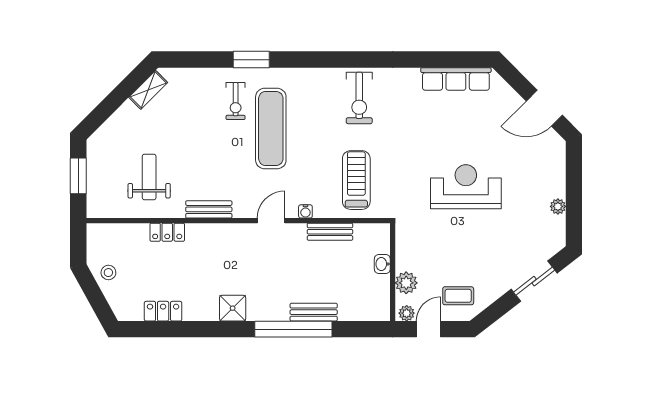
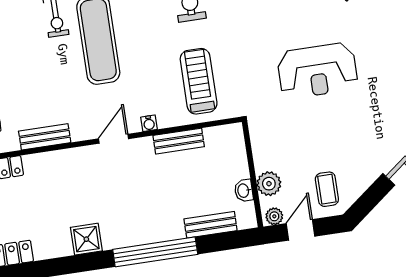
reception desk: (466, 187) -> (317, 71), turned 180
washbasin: (382, 264) -> (244, 191), moved
coffee table: (458, 296) -> (327, 189), turned 90
bench: (314, 312) -> (211, 225), moved

